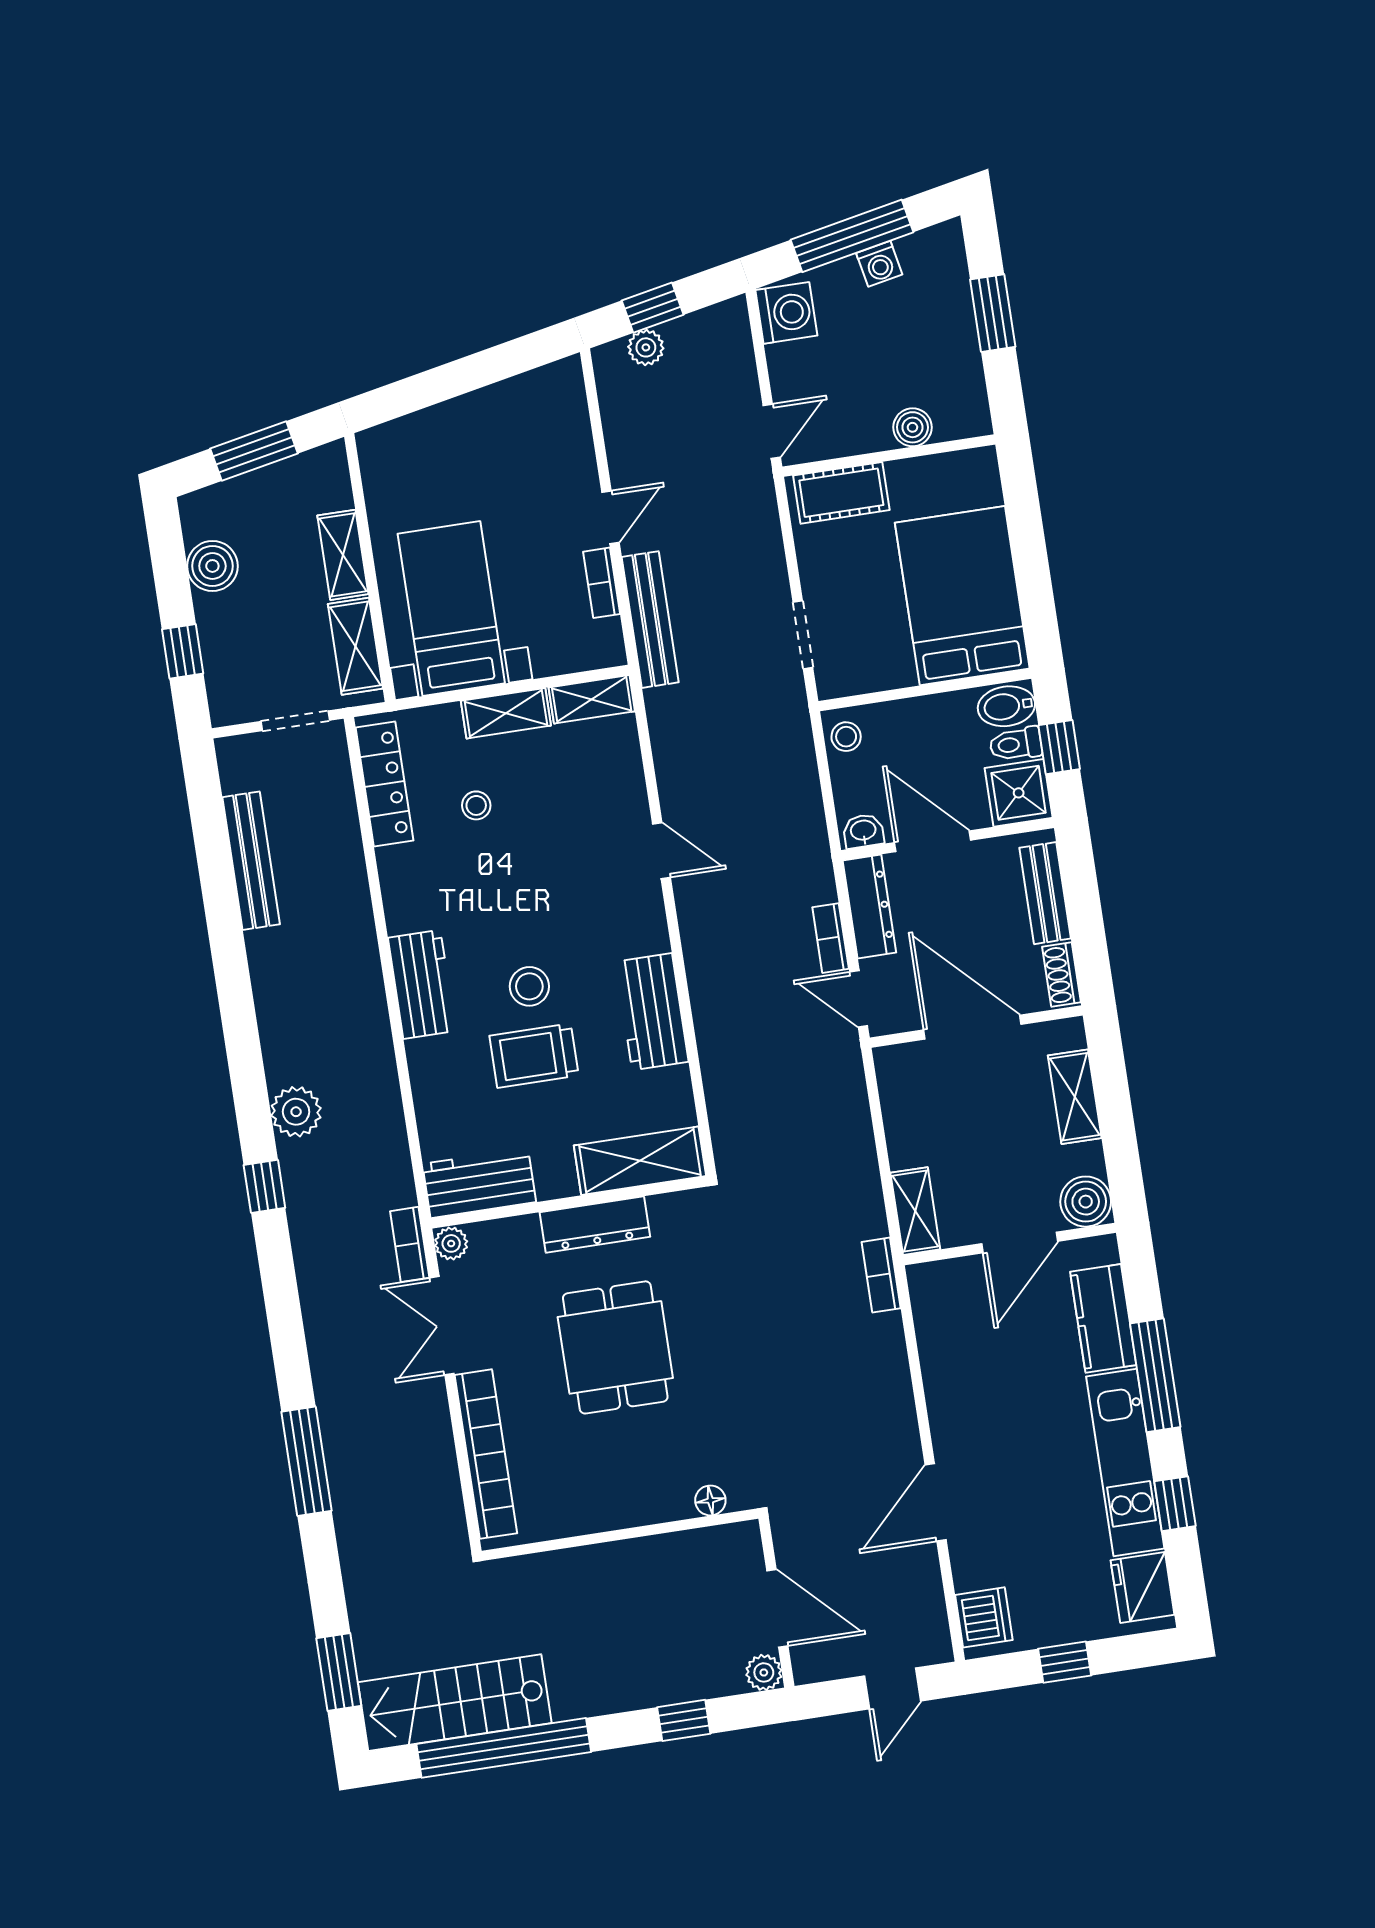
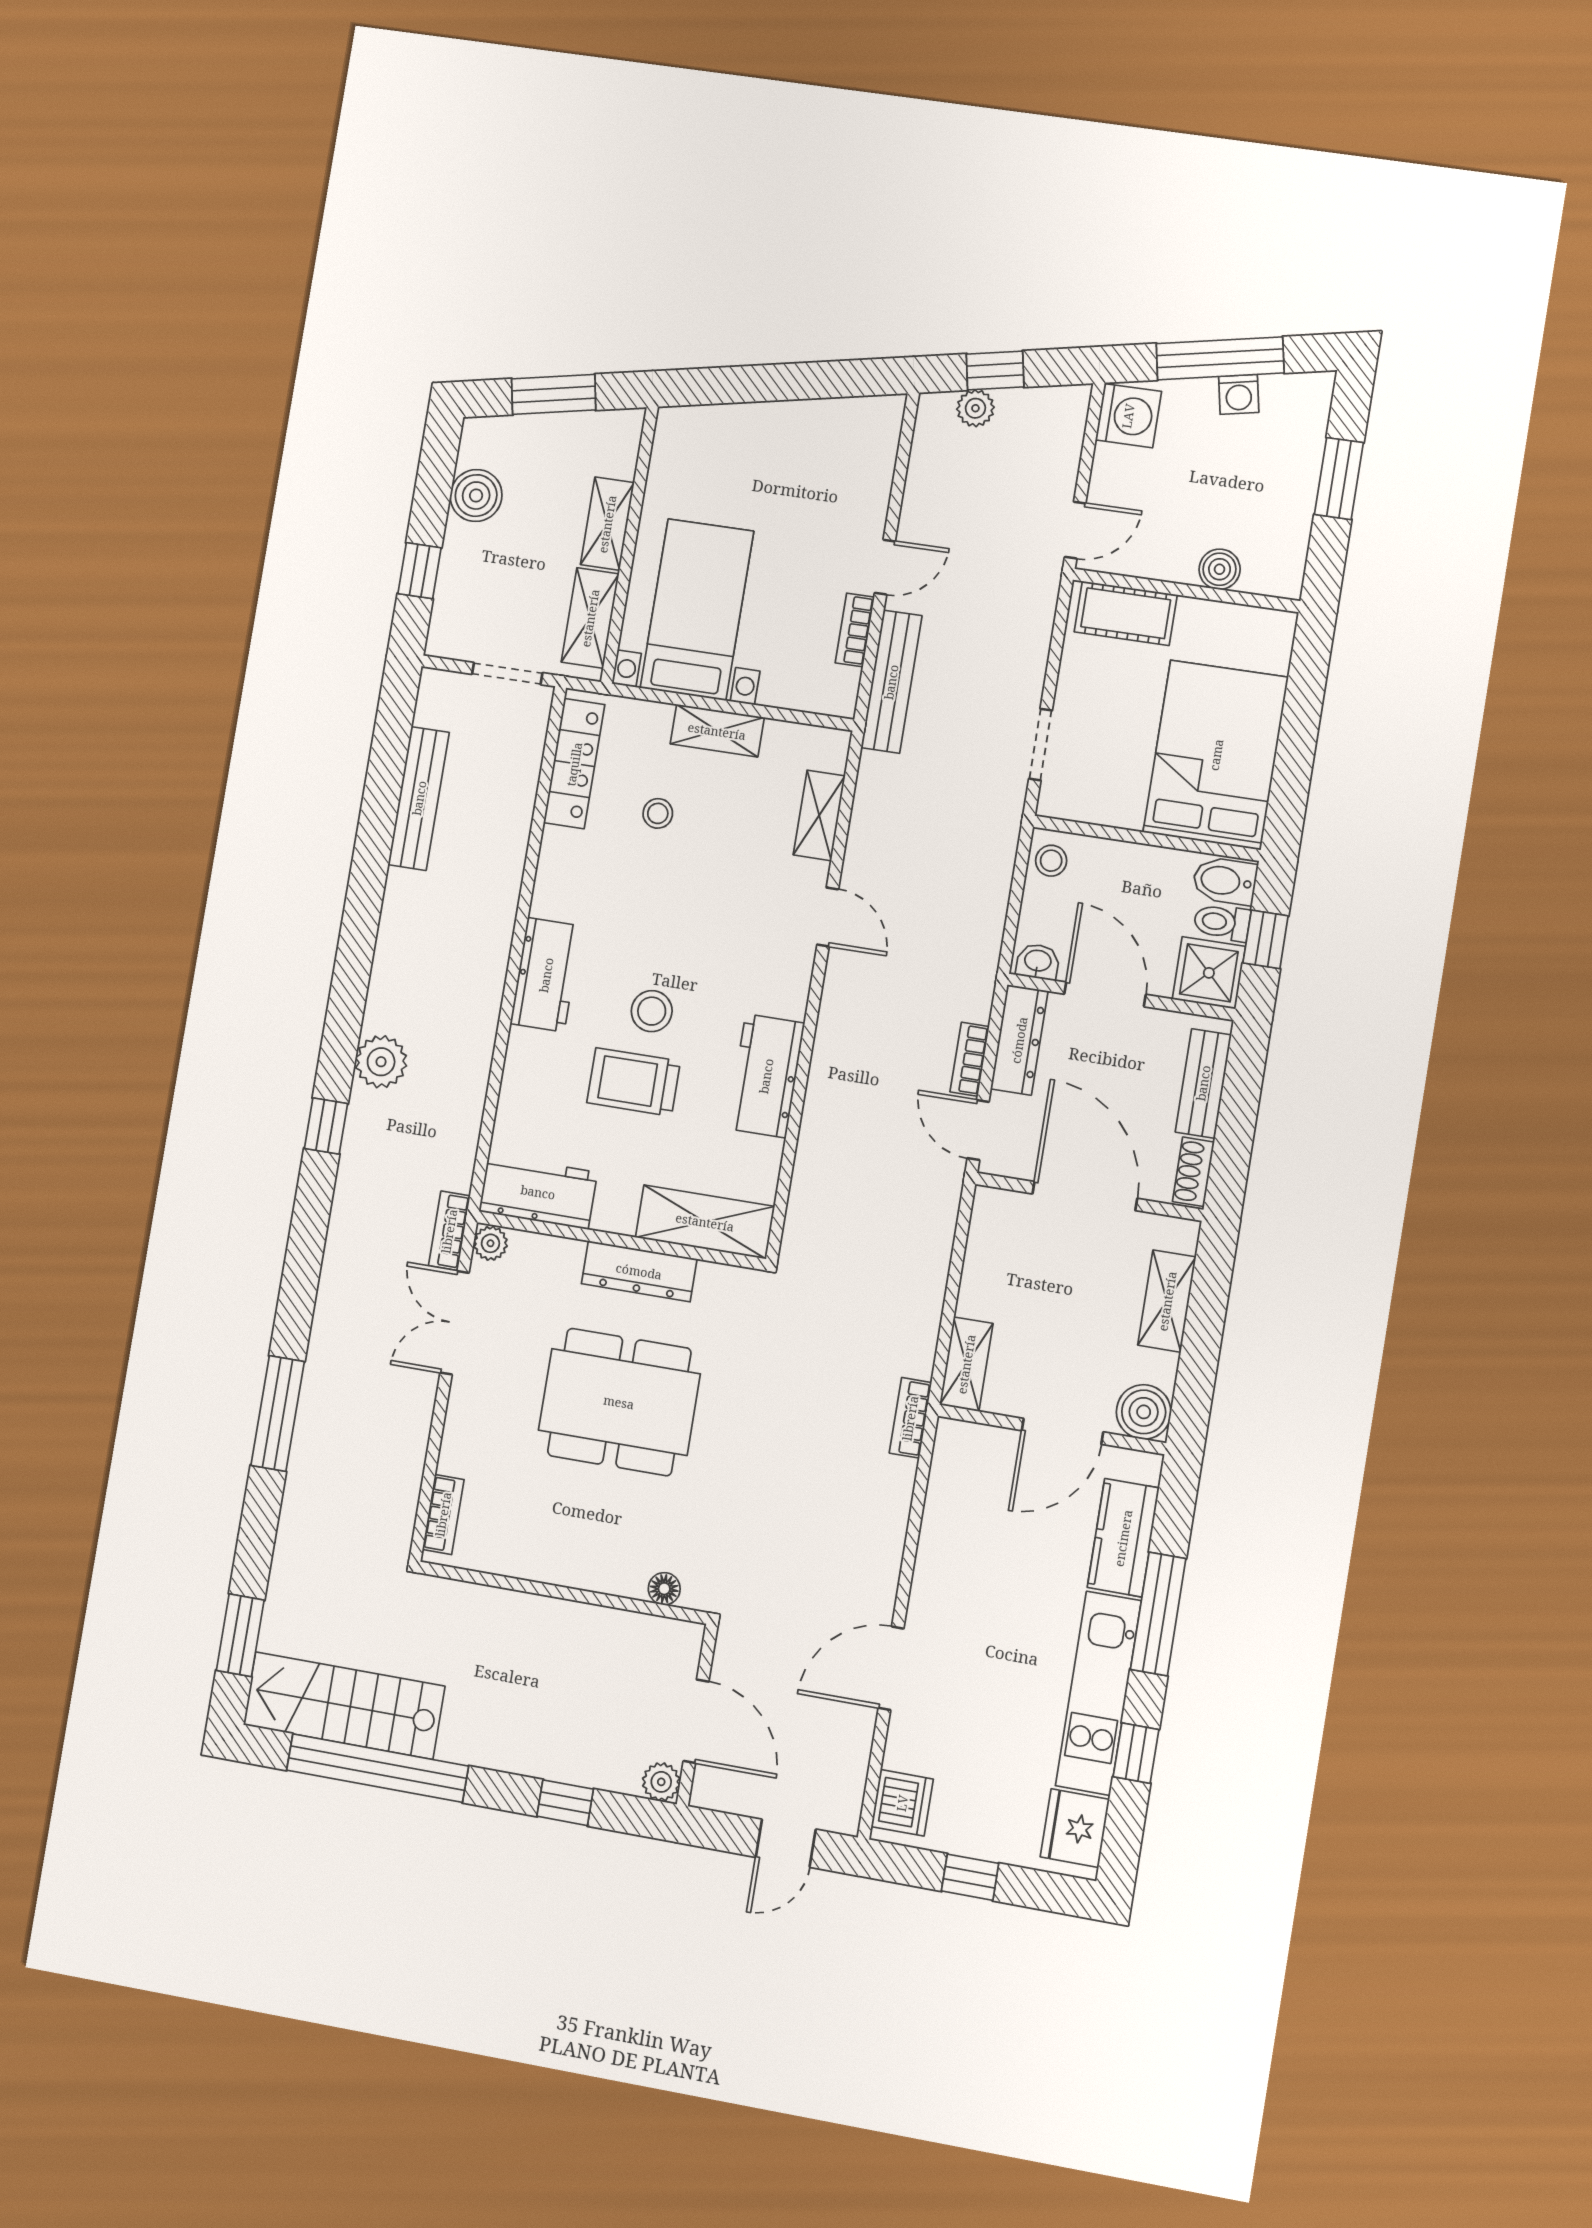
shelving: (592, 699) -> (819, 815), moved, turned 90
dining table: (615, 1347) -> (619, 1402), width x1.37
bookcase: (486, 1454) -> (443, 1514), width x0.43, depth x0.76

